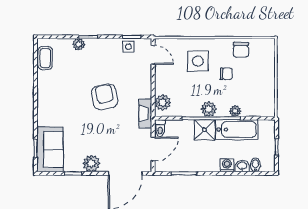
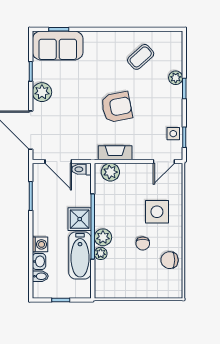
coffee table: (45, 58) -> (141, 57), moved, turned -42
plant: (209, 109) -> (103, 237), moved
fireplace: (145, 114) -> (115, 153), moved

